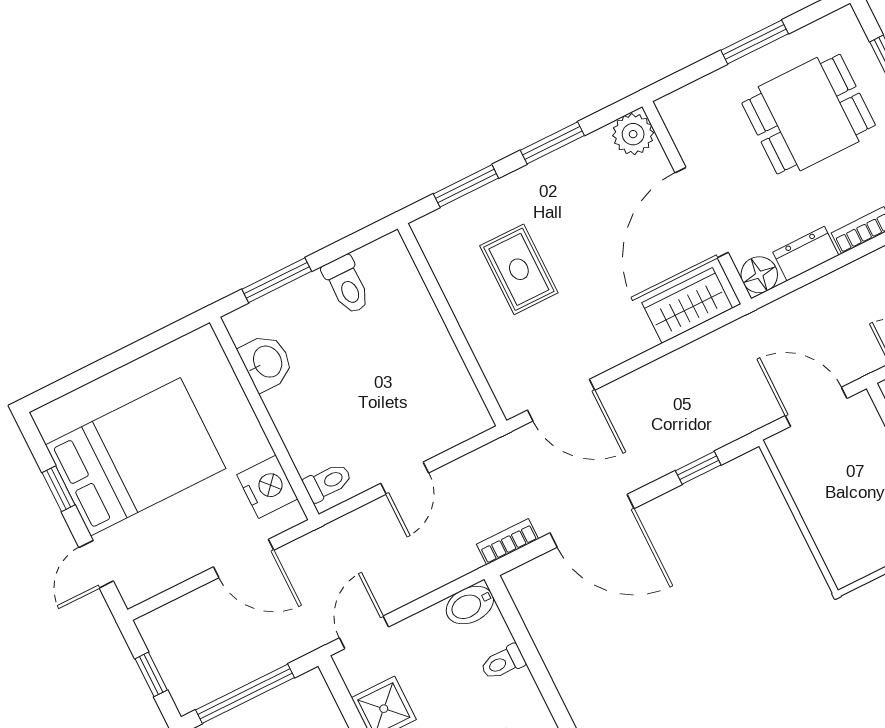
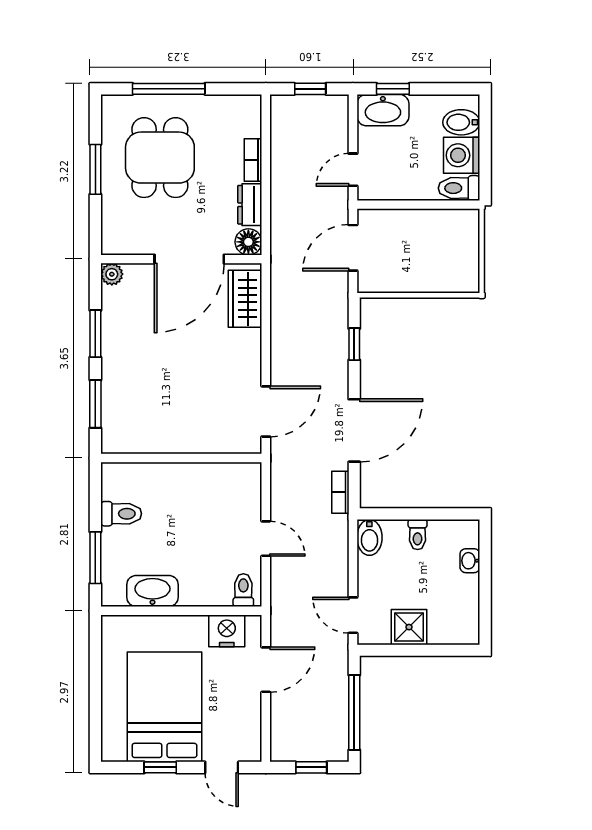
plant: (633, 134) -> (112, 274), width x0.73, depth x0.73
door: (702, 213) -> (189, 259), hinge flipped
rug: (519, 269) -> (167, 397), removed
washbasin: (266, 362) -> (152, 591), width x1.38

